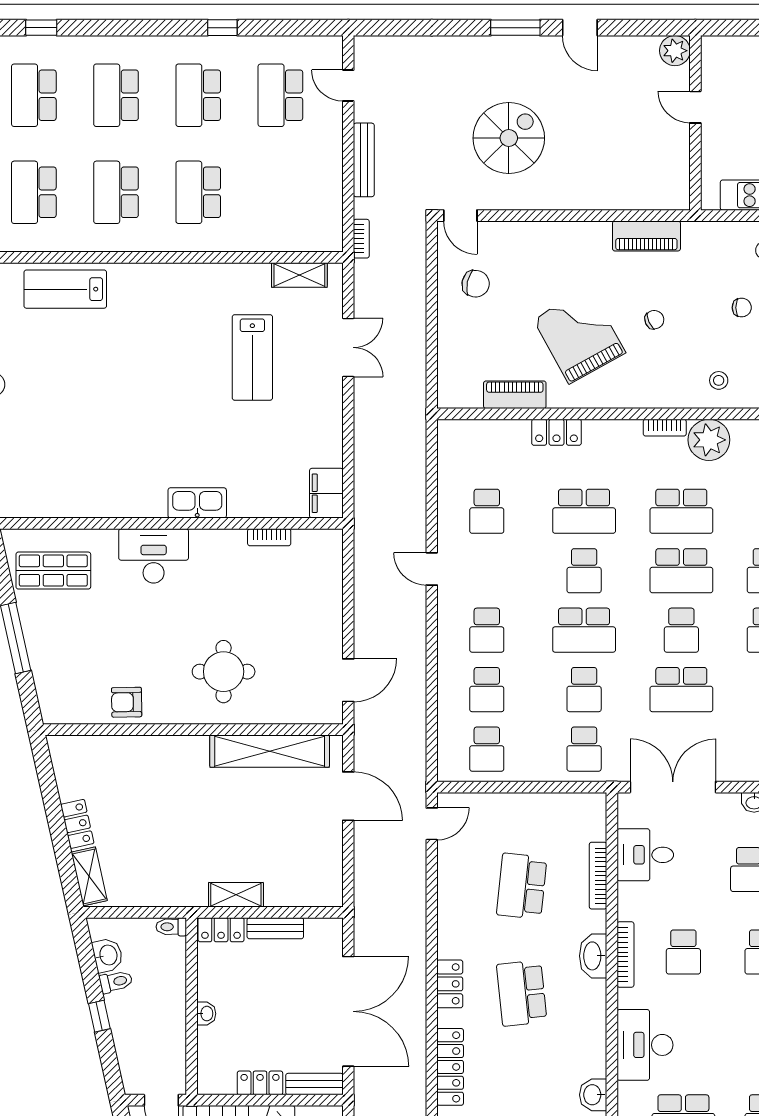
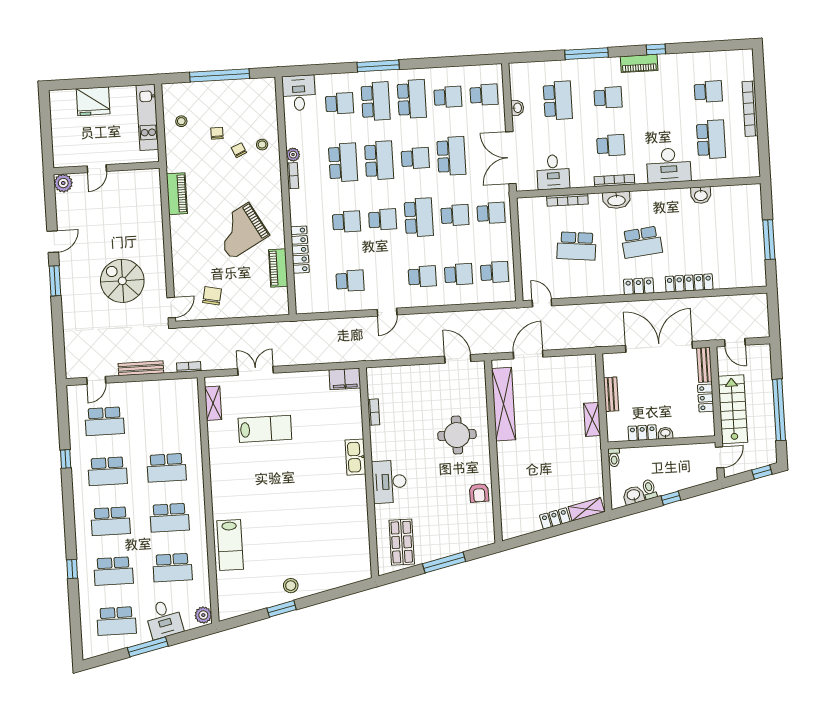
chair: (654, 320) -> (239, 150), moved
locker: (556, 432) -> (300, 250), width x1.53
plant: (709, 440) -> (293, 155), width x0.53, depth x0.53
school desk: (584, 511) -> (346, 222), width x0.54
locker: (221, 930) -> (642, 433), moved, turned -90

